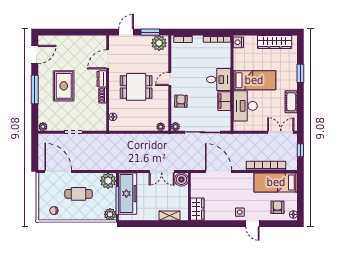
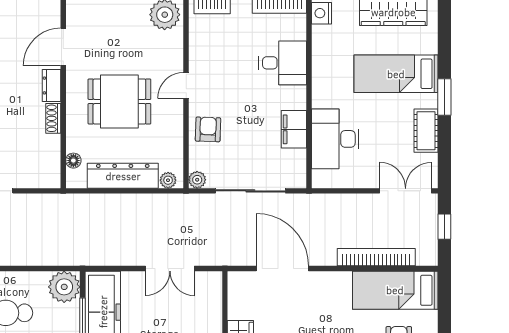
window: (300, 73) -> (444, 97), moved
desk: (219, 80) -> (283, 63), moved
bed: (254, 80) -> (396, 74), moved, turned 180
dresser: (138, 125) -> (123, 176), added
boiler: (181, 180) -> (209, 284), removed

